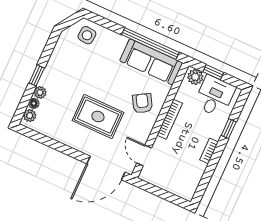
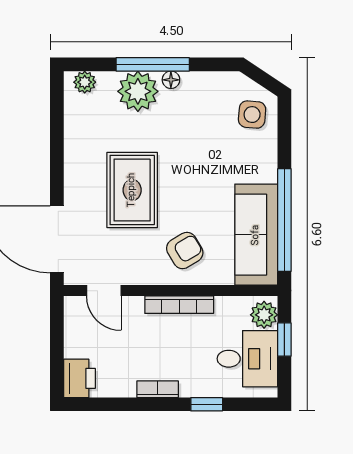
window: (37, 75) -> (153, 64), width x2.17
plant: (40, 92) -> (138, 91), width x1.88, depth x1.88
floor lamp: (34, 103) -> (171, 80), moved
door: (144, 156) -> (104, 291), swing flipped
printer: (185, 189) -> (79, 378), added

